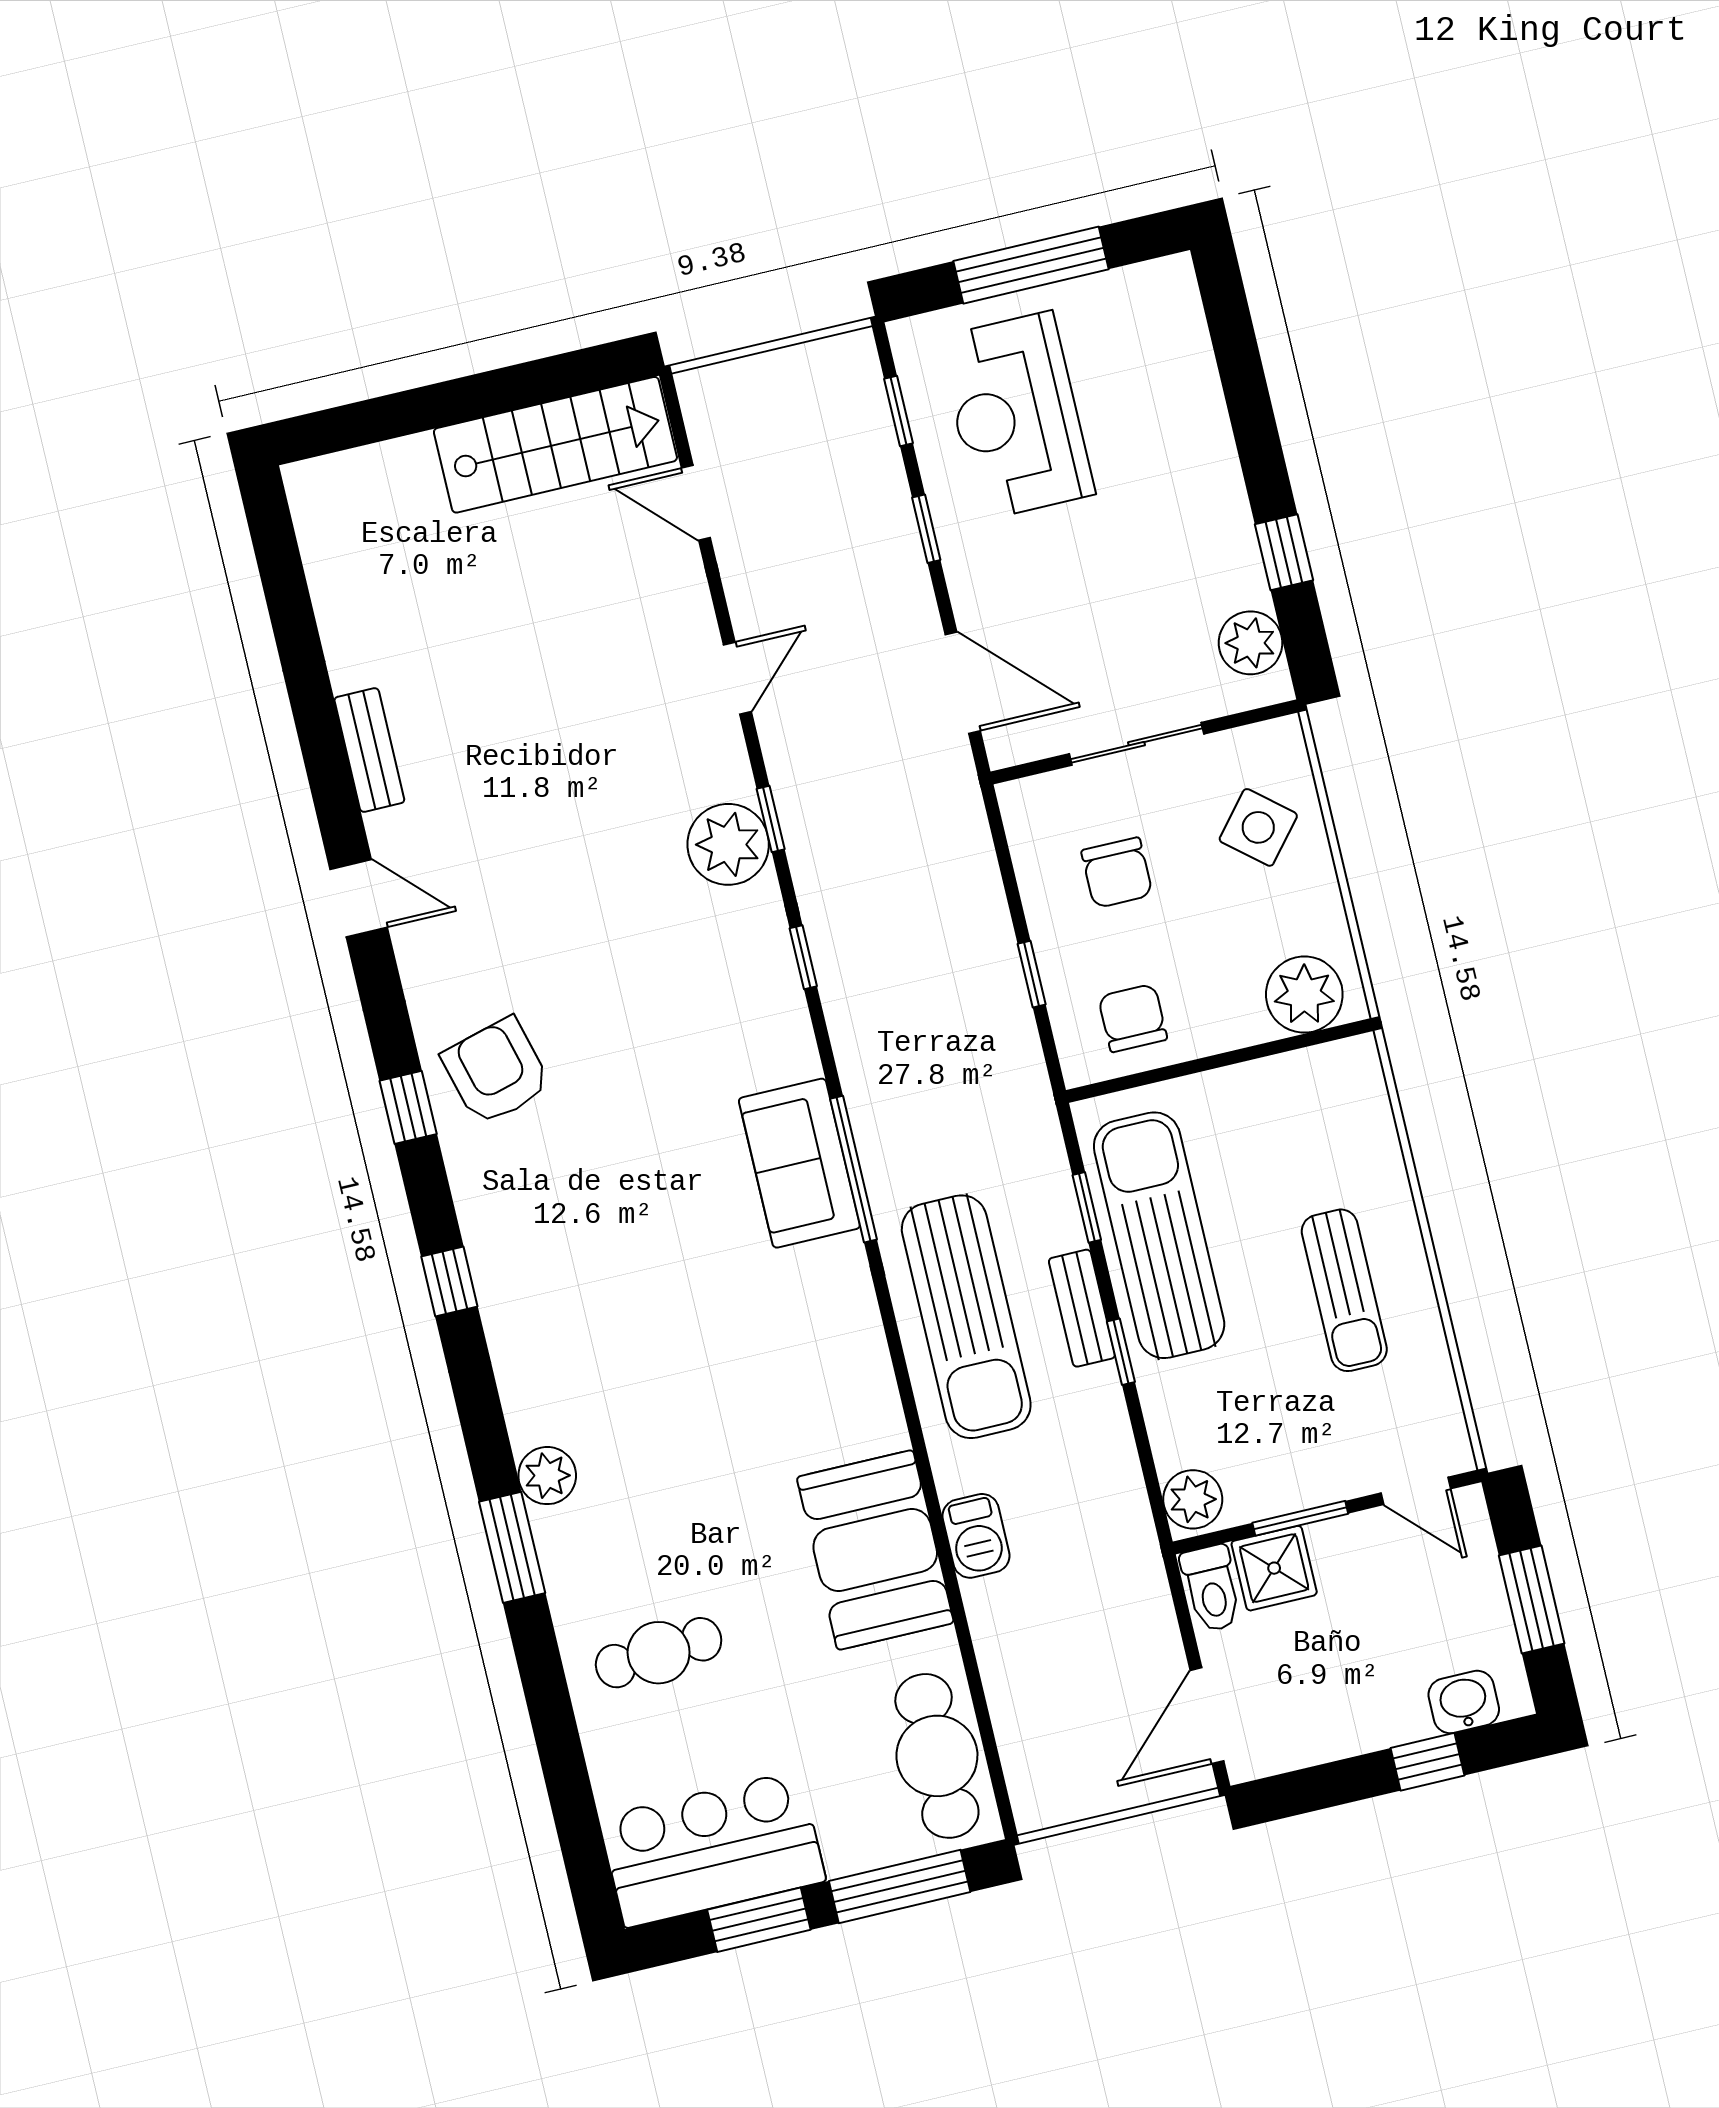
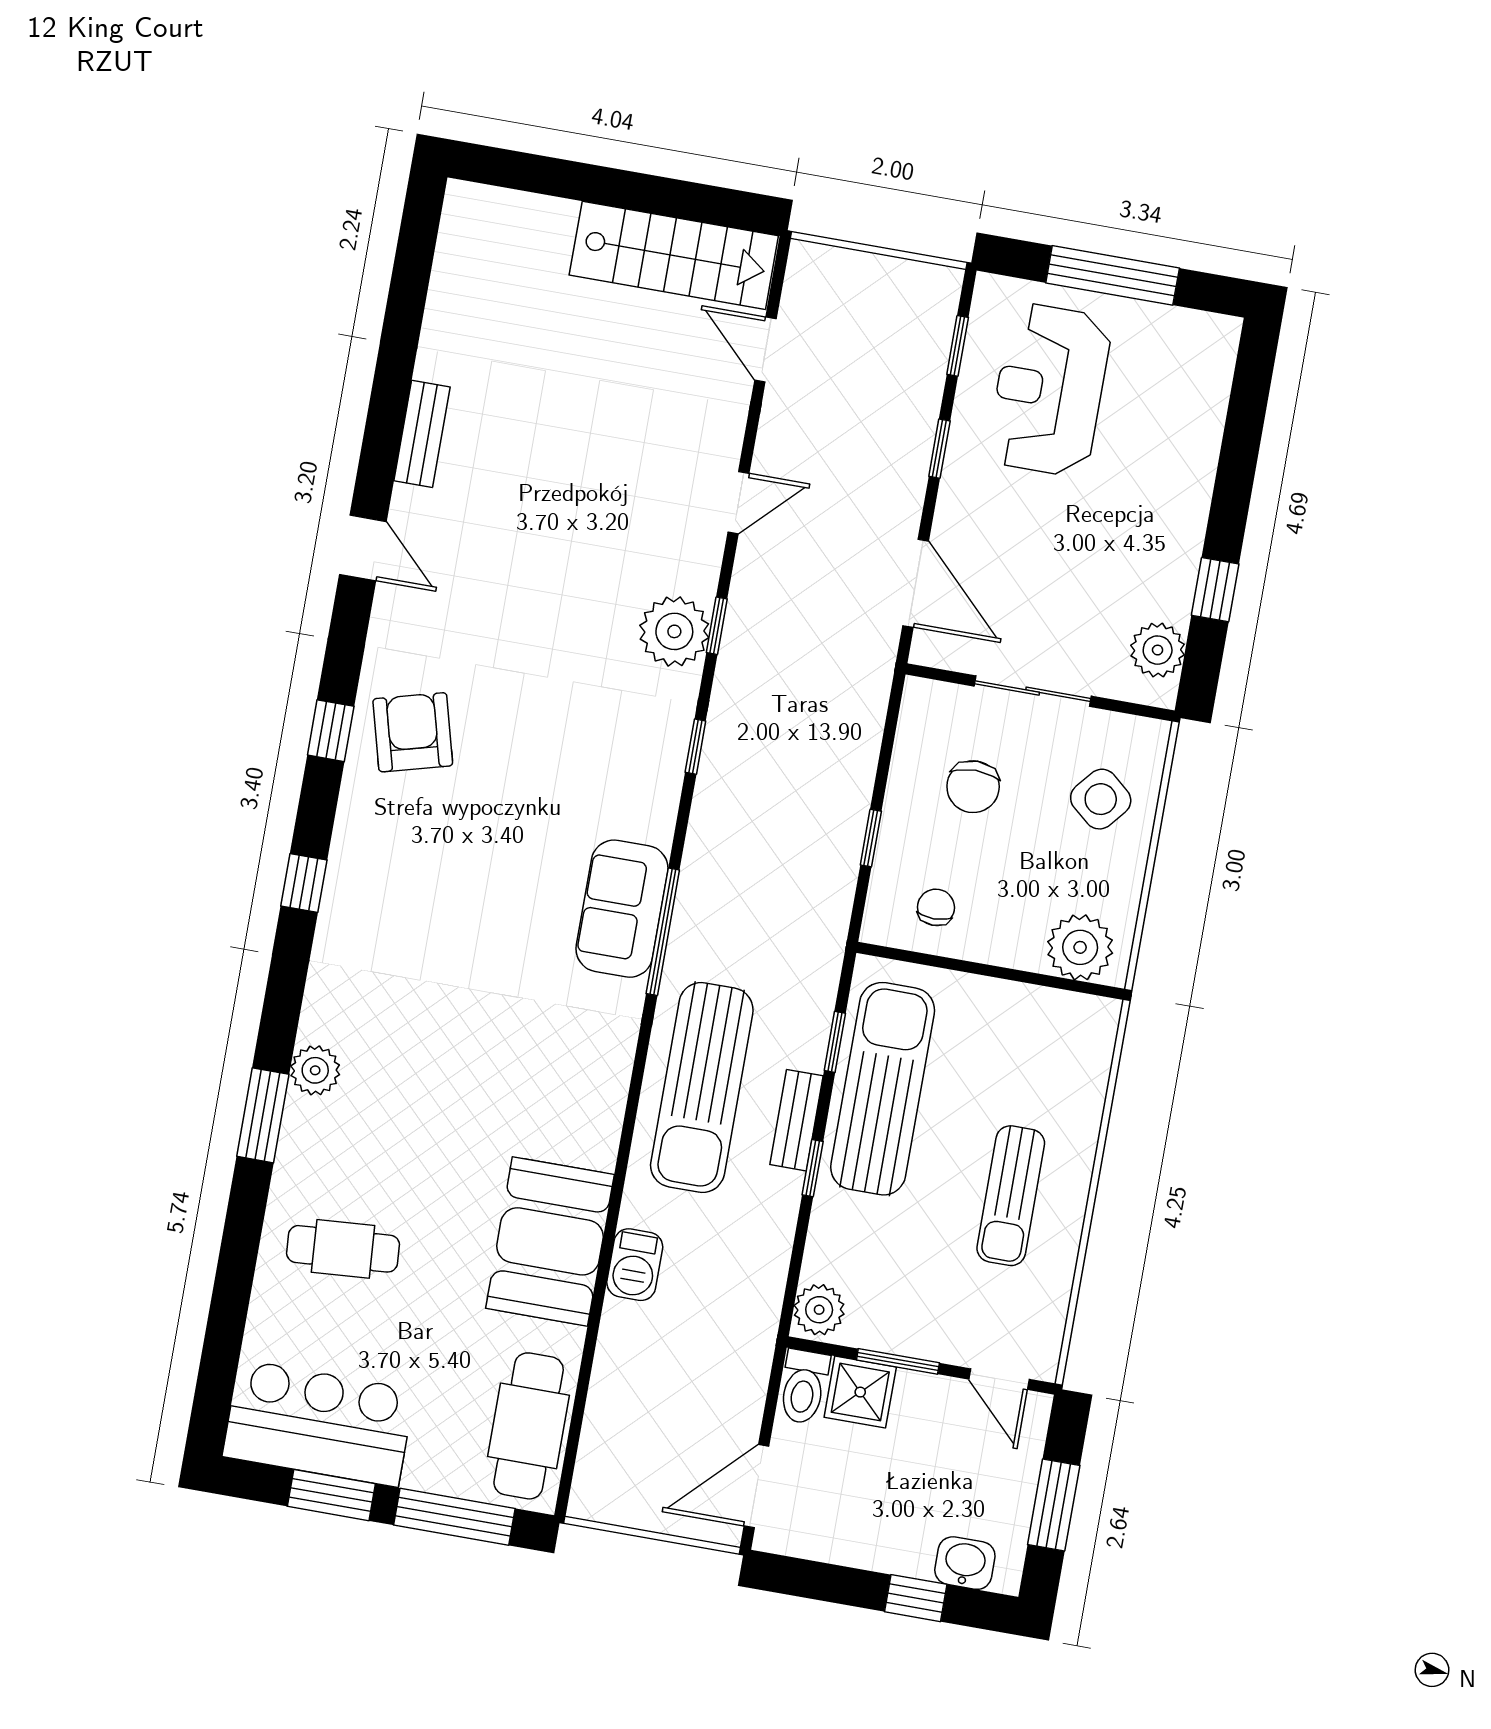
chair: (1133, 1018) -> (936, 907), width x0.73, depth x0.73

